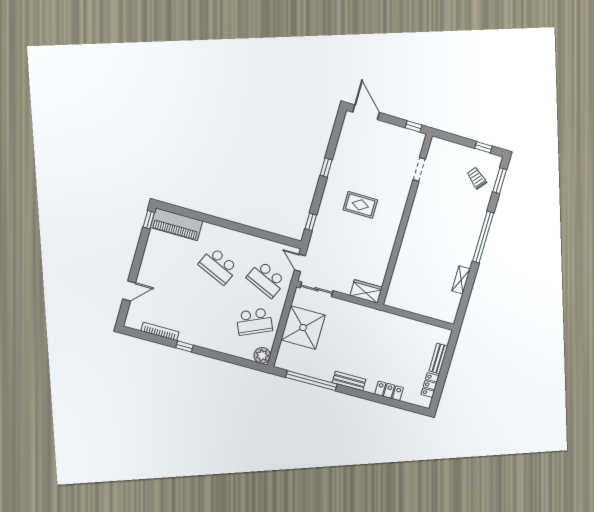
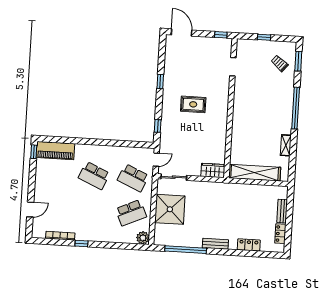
window: (484, 147) -> (264, 37), moved
door: (300, 263) -> (156, 160), swing flipped
shelving: (416, 305) -> (255, 173), added

